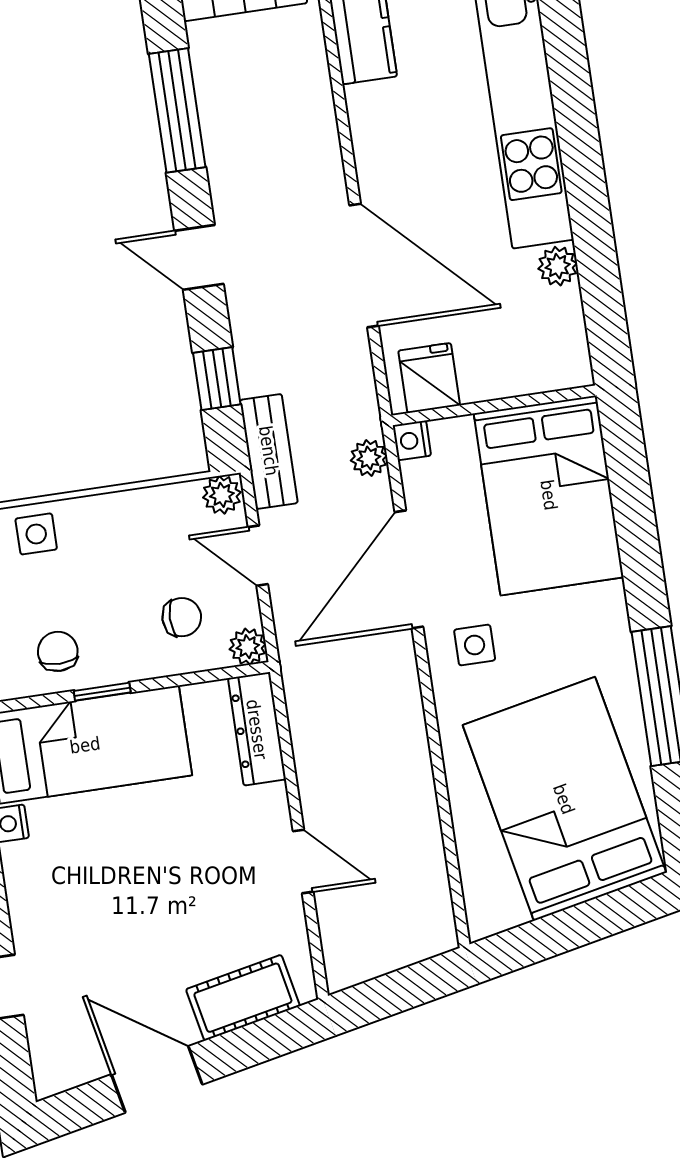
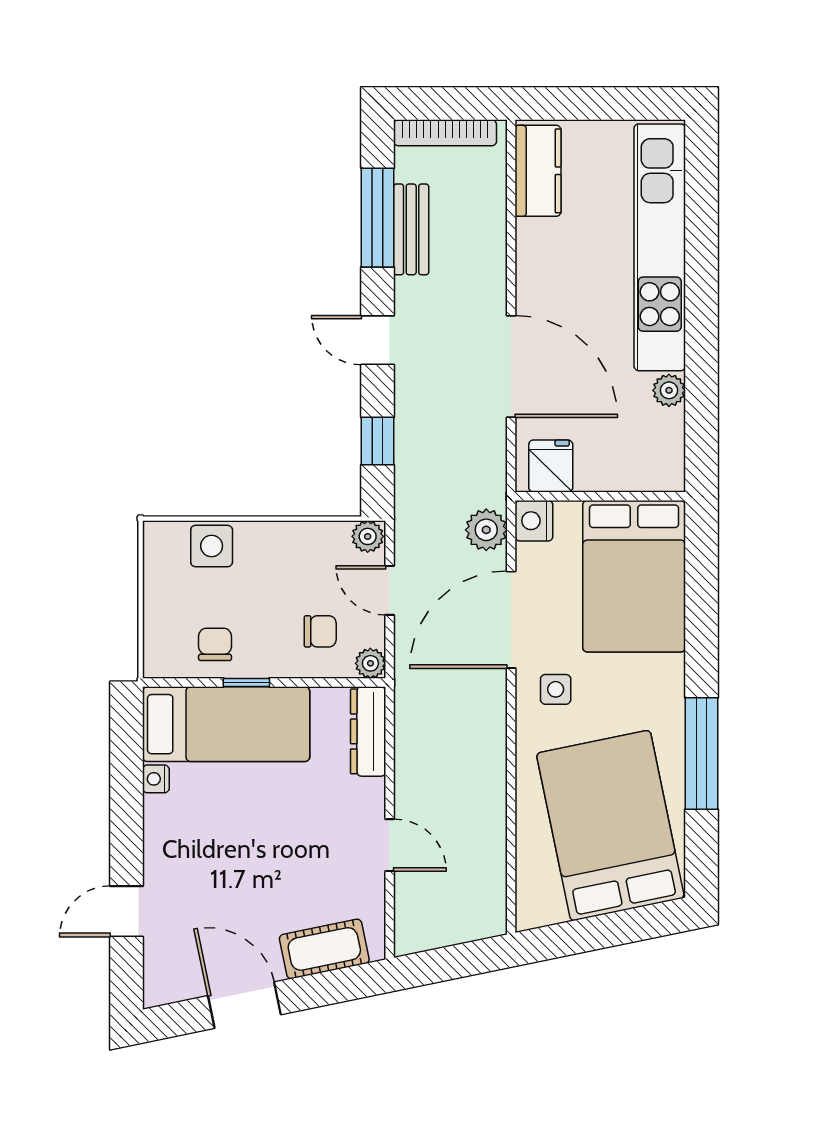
nightstand: (412, 440) -> (534, 521), width x1.39, depth x1.35
bench: (269, 451) -> (411, 229), moved
plant: (369, 458) -> (486, 530), width x1.38, depth x1.38
side table: (36, 534) -> (212, 546), width x1.37, depth x1.37

